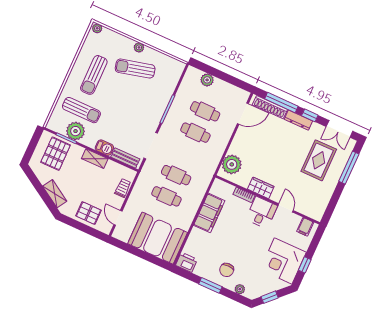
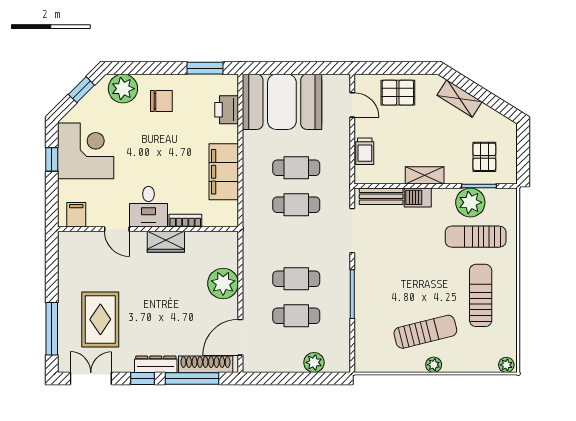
pallet: (56, 154) -> (484, 157), width x0.67, depth x0.71
plant: (232, 164) -> (223, 283), moved
printer: (187, 262) -> (227, 110), moved, turned 90
chair: (227, 270) -> (161, 101), turned 90
window: (210, 285) -> (205, 68), moved
plant: (240, 289) -> (123, 89), width x1.87, depth x1.87

